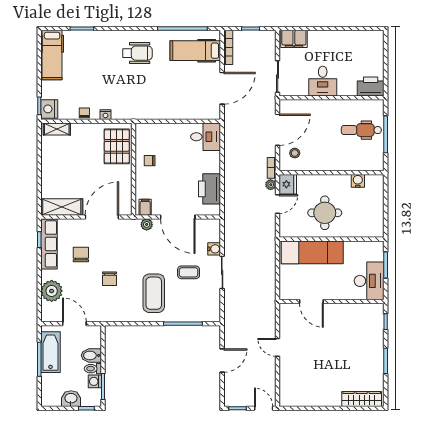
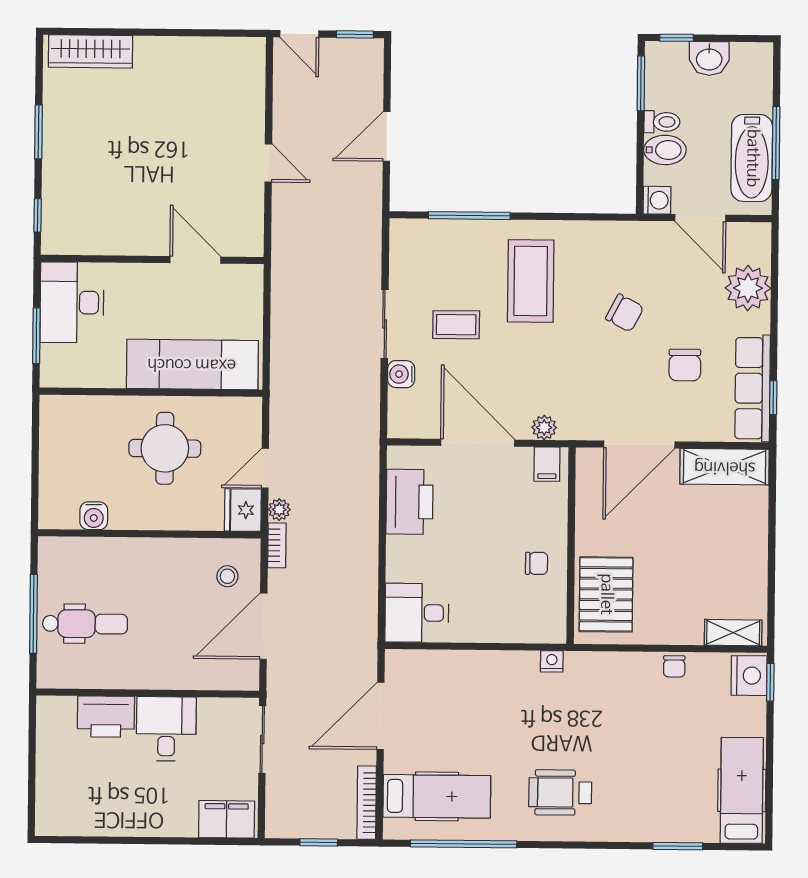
printer: (371, 87) -> (106, 717), moved
nightstand: (105, 115) -> (552, 661), moved
chair: (109, 279) -> (625, 313), turned 118
washing machine: (95, 381) -> (657, 200), moved

